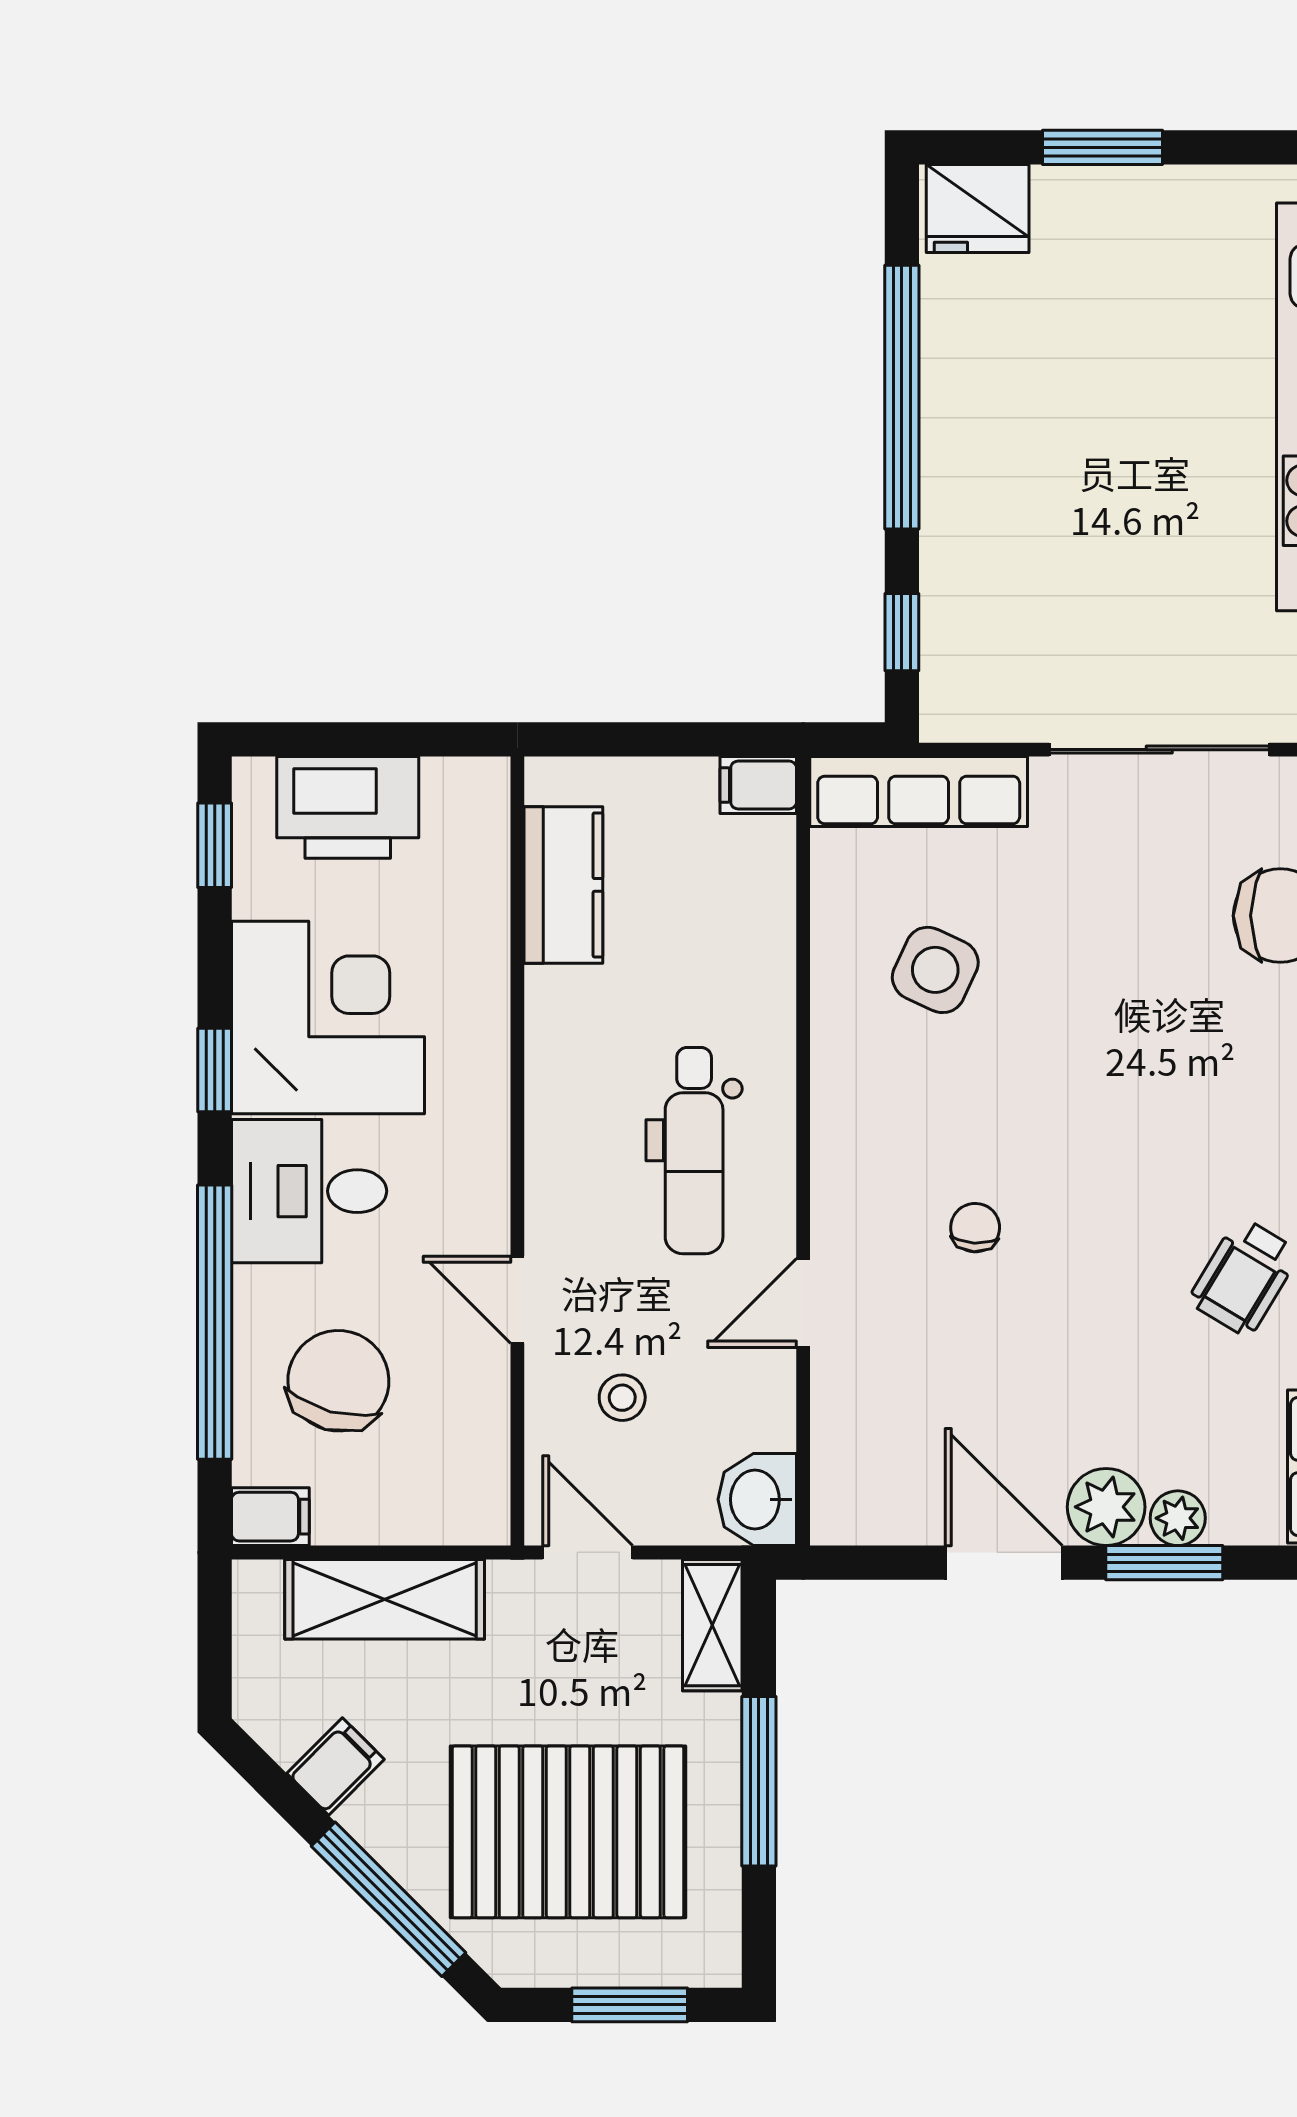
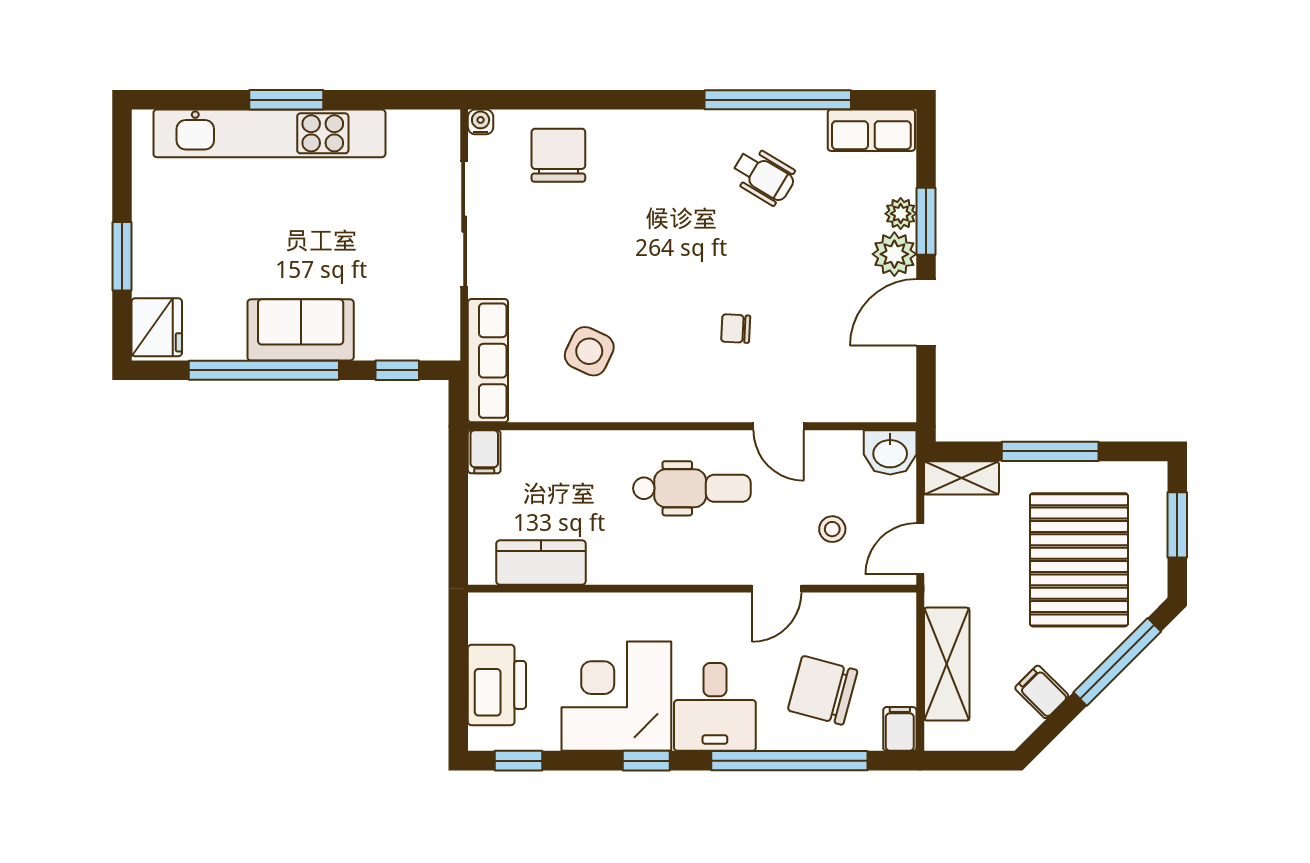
sofa: (973, 462) -> (301, 330), added

